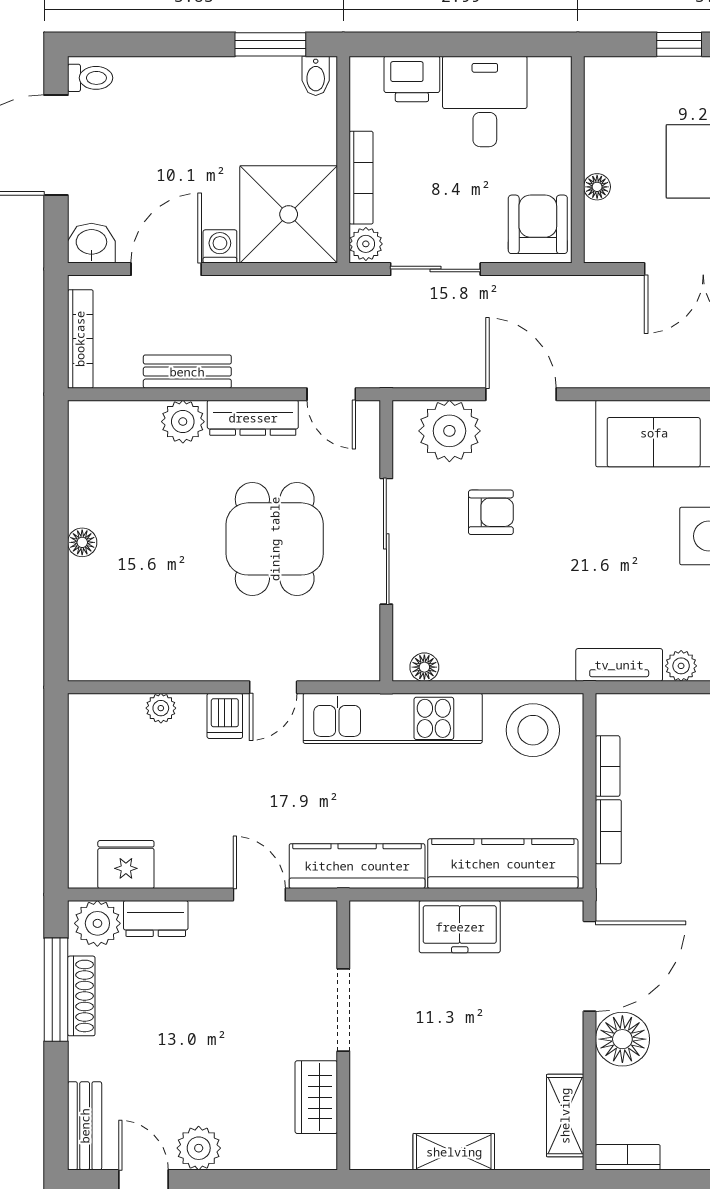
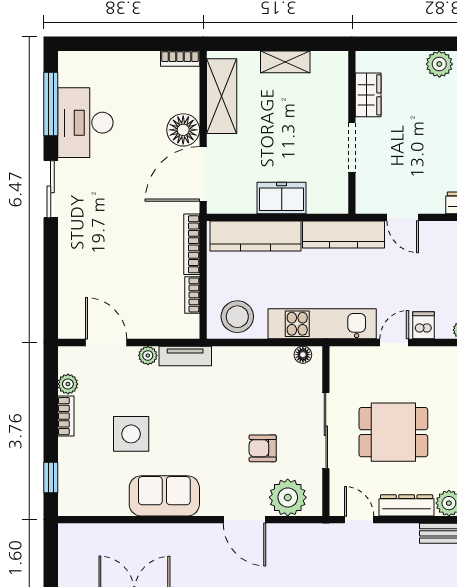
dining table: (275, 539) -> (393, 432), turned 90
bookcase: (608, 832) -> (192, 244), width x1.56
shelving: (565, 1116) -> (222, 96), width x1.50, depth x1.33

